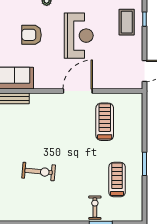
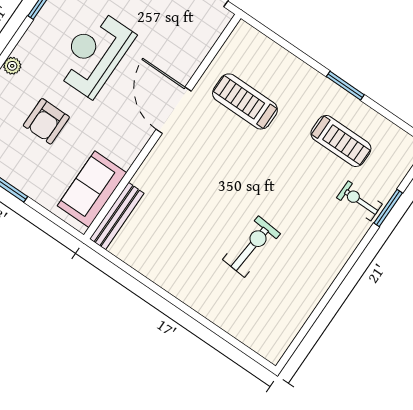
reception desk: (79, 36) -> (94, 54), turned -90
treadmill: (117, 180) -> (341, 141), turned 180

